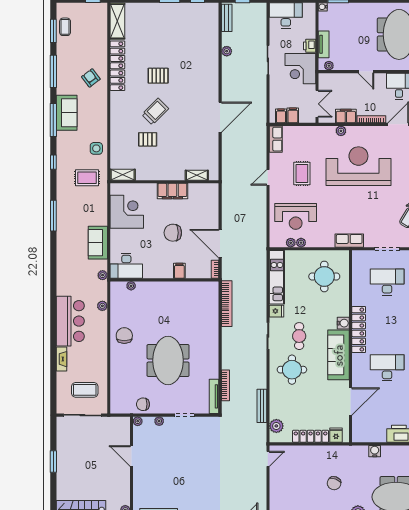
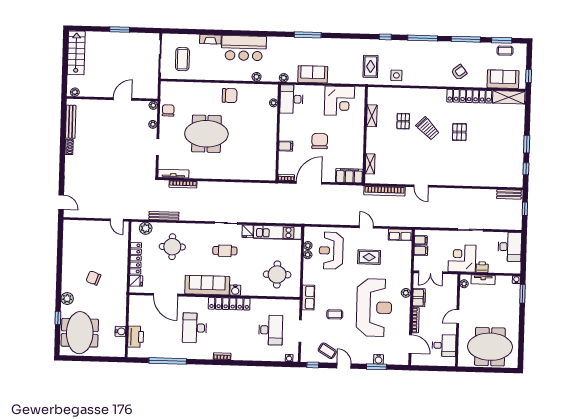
plant: (227, 51) -> (479, 193), removed
sofa: (67, 113) -> (503, 79), moved, turned 180
door: (220, 117) -> (421, 186), width x0.53
shelving: (123, 175) -> (372, 116), moved
filing cabinet: (172, 191) -> (349, 176), moved, turned 90
coffee table: (367, 210) -> (335, 314), added
window: (53, 216) -> (308, 35), moved
bookcase: (227, 304) -> (385, 191), moved
desk: (387, 368) -> (195, 328), turned 180
round table: (292, 370) -> (172, 247), moved
water cooler: (375, 451) -> (120, 331), moved

